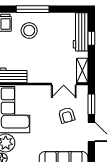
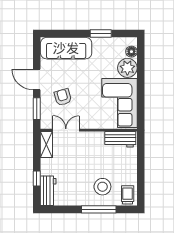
workbench: (81, 32) -> (48, 191), width x0.73

